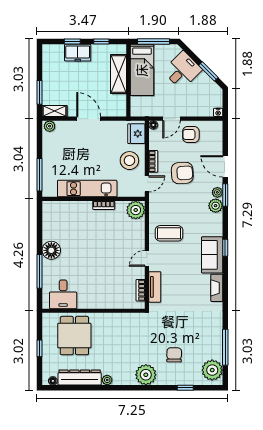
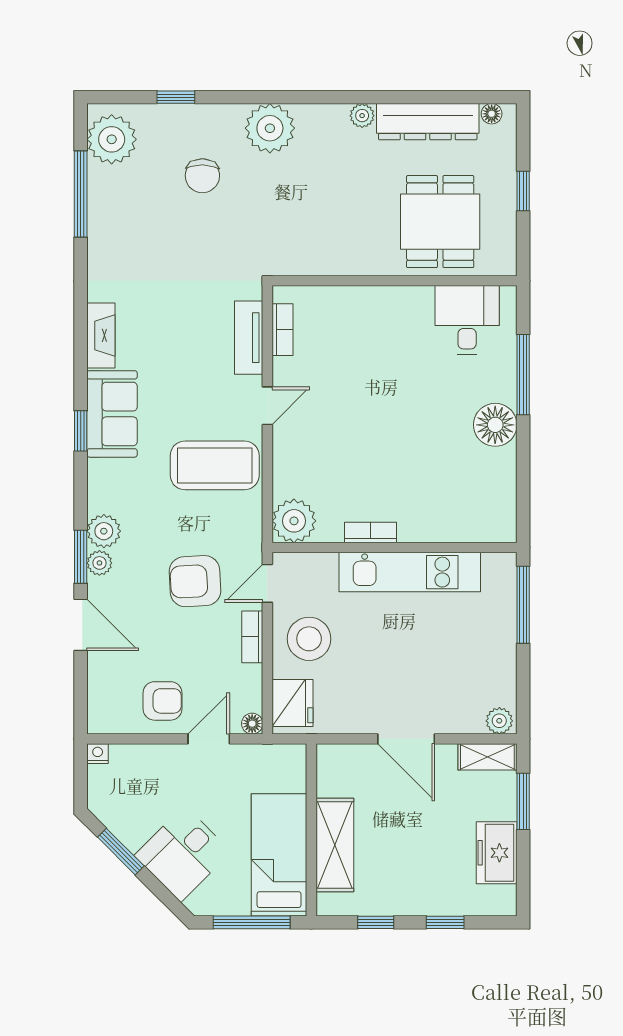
freezer: (78, 53) -> (497, 853), moved, turned -90
armchair: (182, 173) -> (195, 581), moved
coffee table: (169, 233) -> (215, 465), width x1.36, depth x1.32

